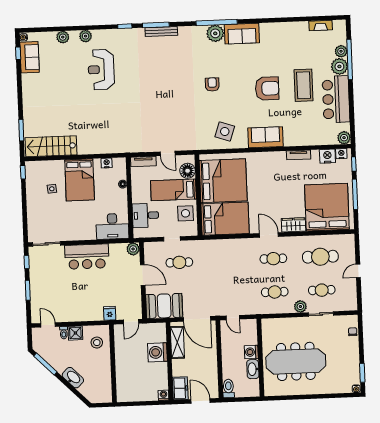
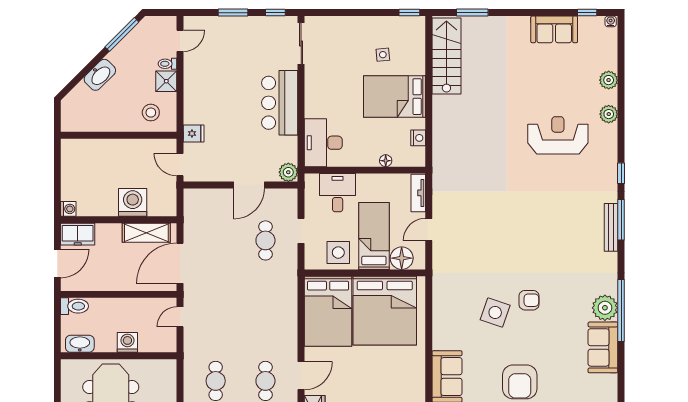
sofa: (30, 57) -> (554, 29), moved
side table: (225, 132) -> (495, 312), moved
booth: (164, 306) -> (201, 215), removed
washbasin: (253, 369) -> (80, 344), moved

